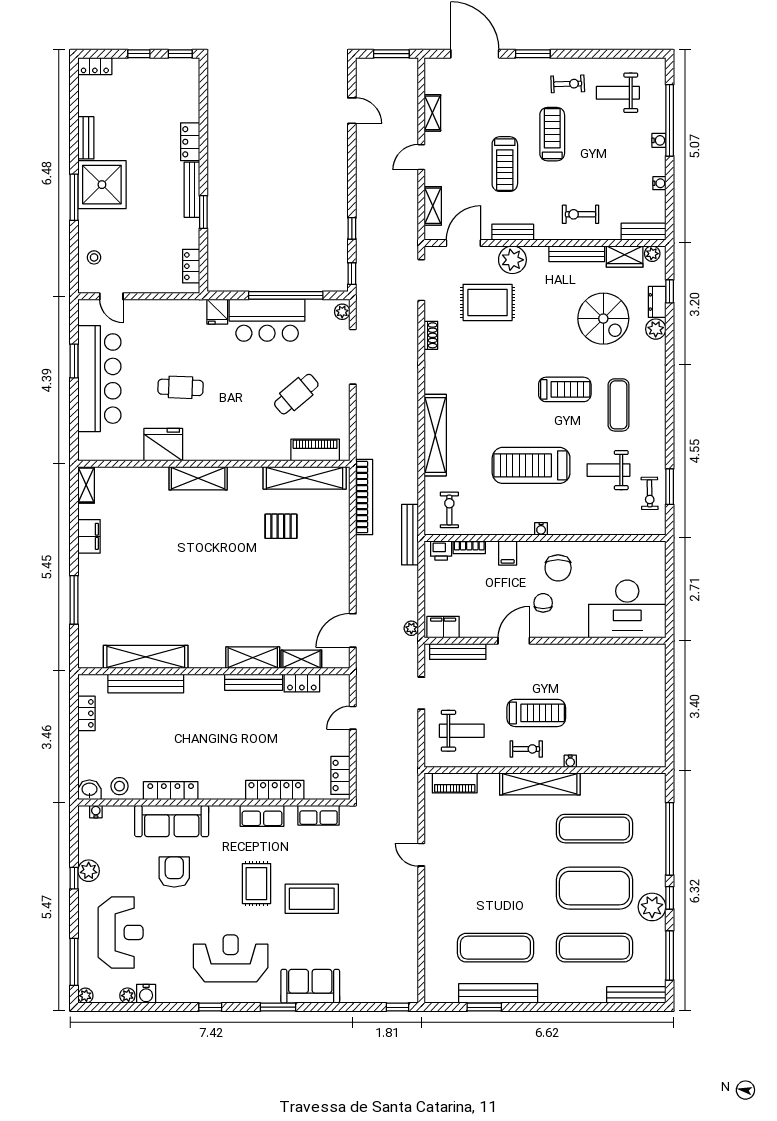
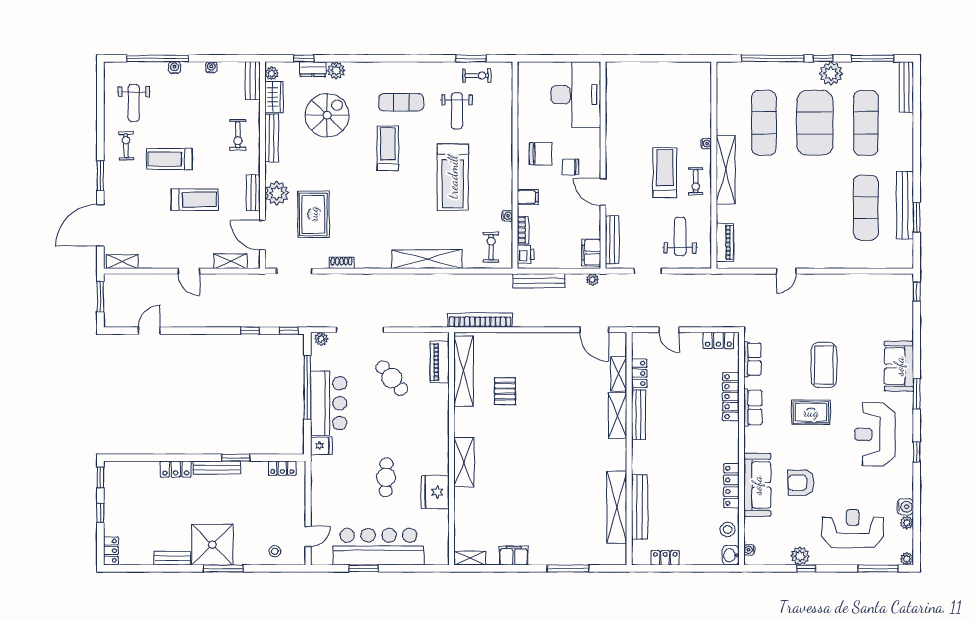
shelving: (432, 113) -> (122, 262), moved
exercise bike: (449, 510) -> (491, 247), turned 90
water cooler: (541, 529) -> (507, 216), moved
bench: (410, 535) -> (539, 281), moved
exercise bike: (526, 749) -> (696, 181), turned 180

